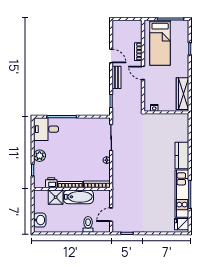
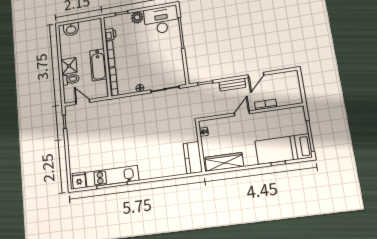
bed: (160, 43) -> (283, 149), moved
desk: (46, 129) -> (161, 20), width x1.37
kitchen counter: (182, 156) -> (193, 158), moved, turned -90
shower: (56, 197) -> (69, 66), moved

